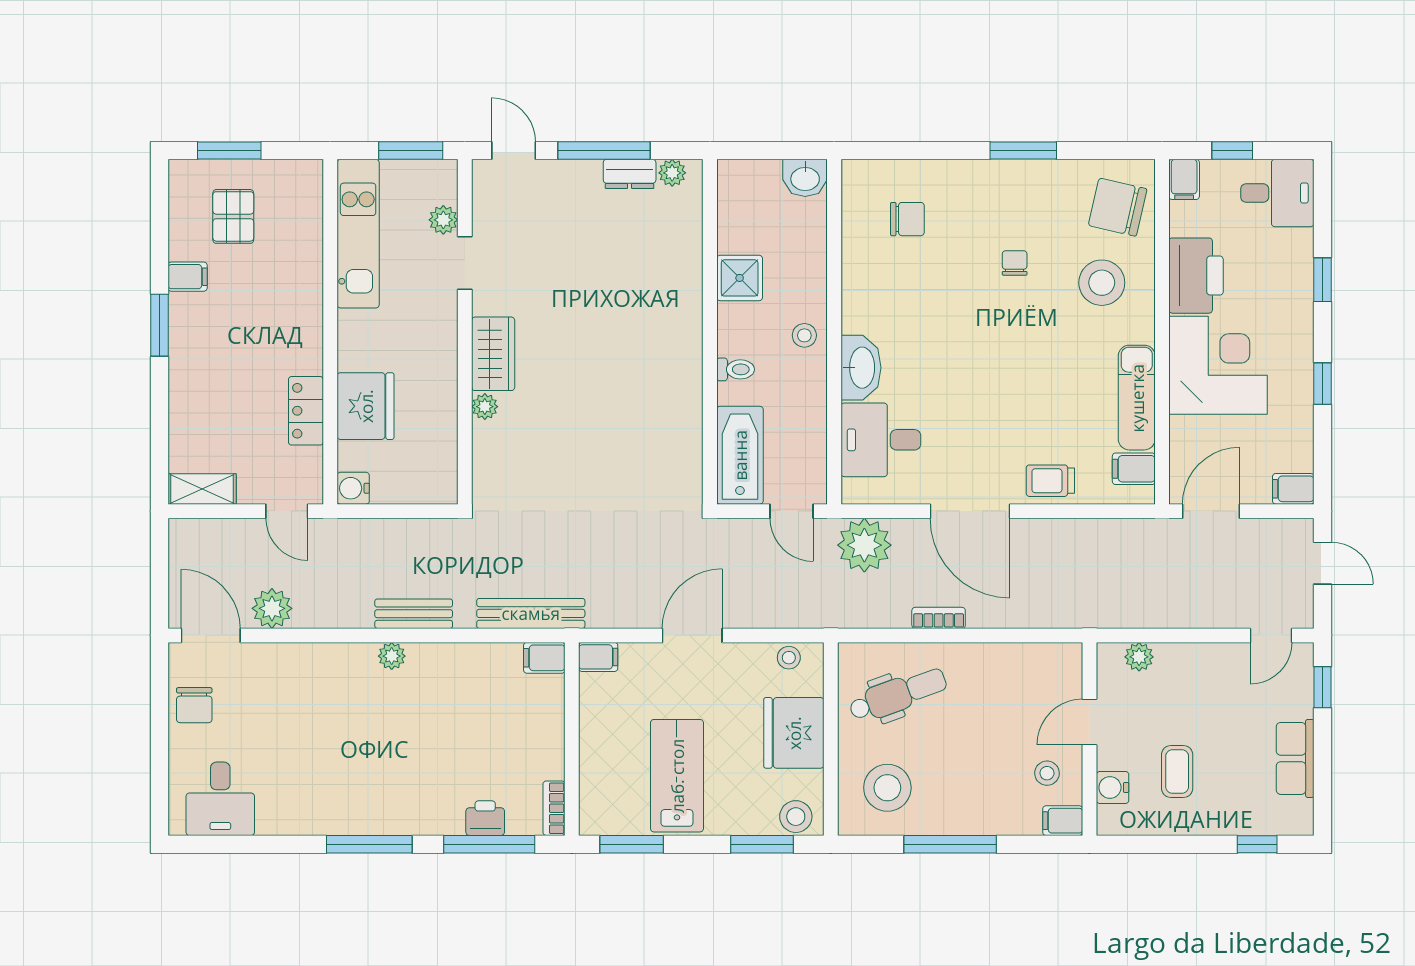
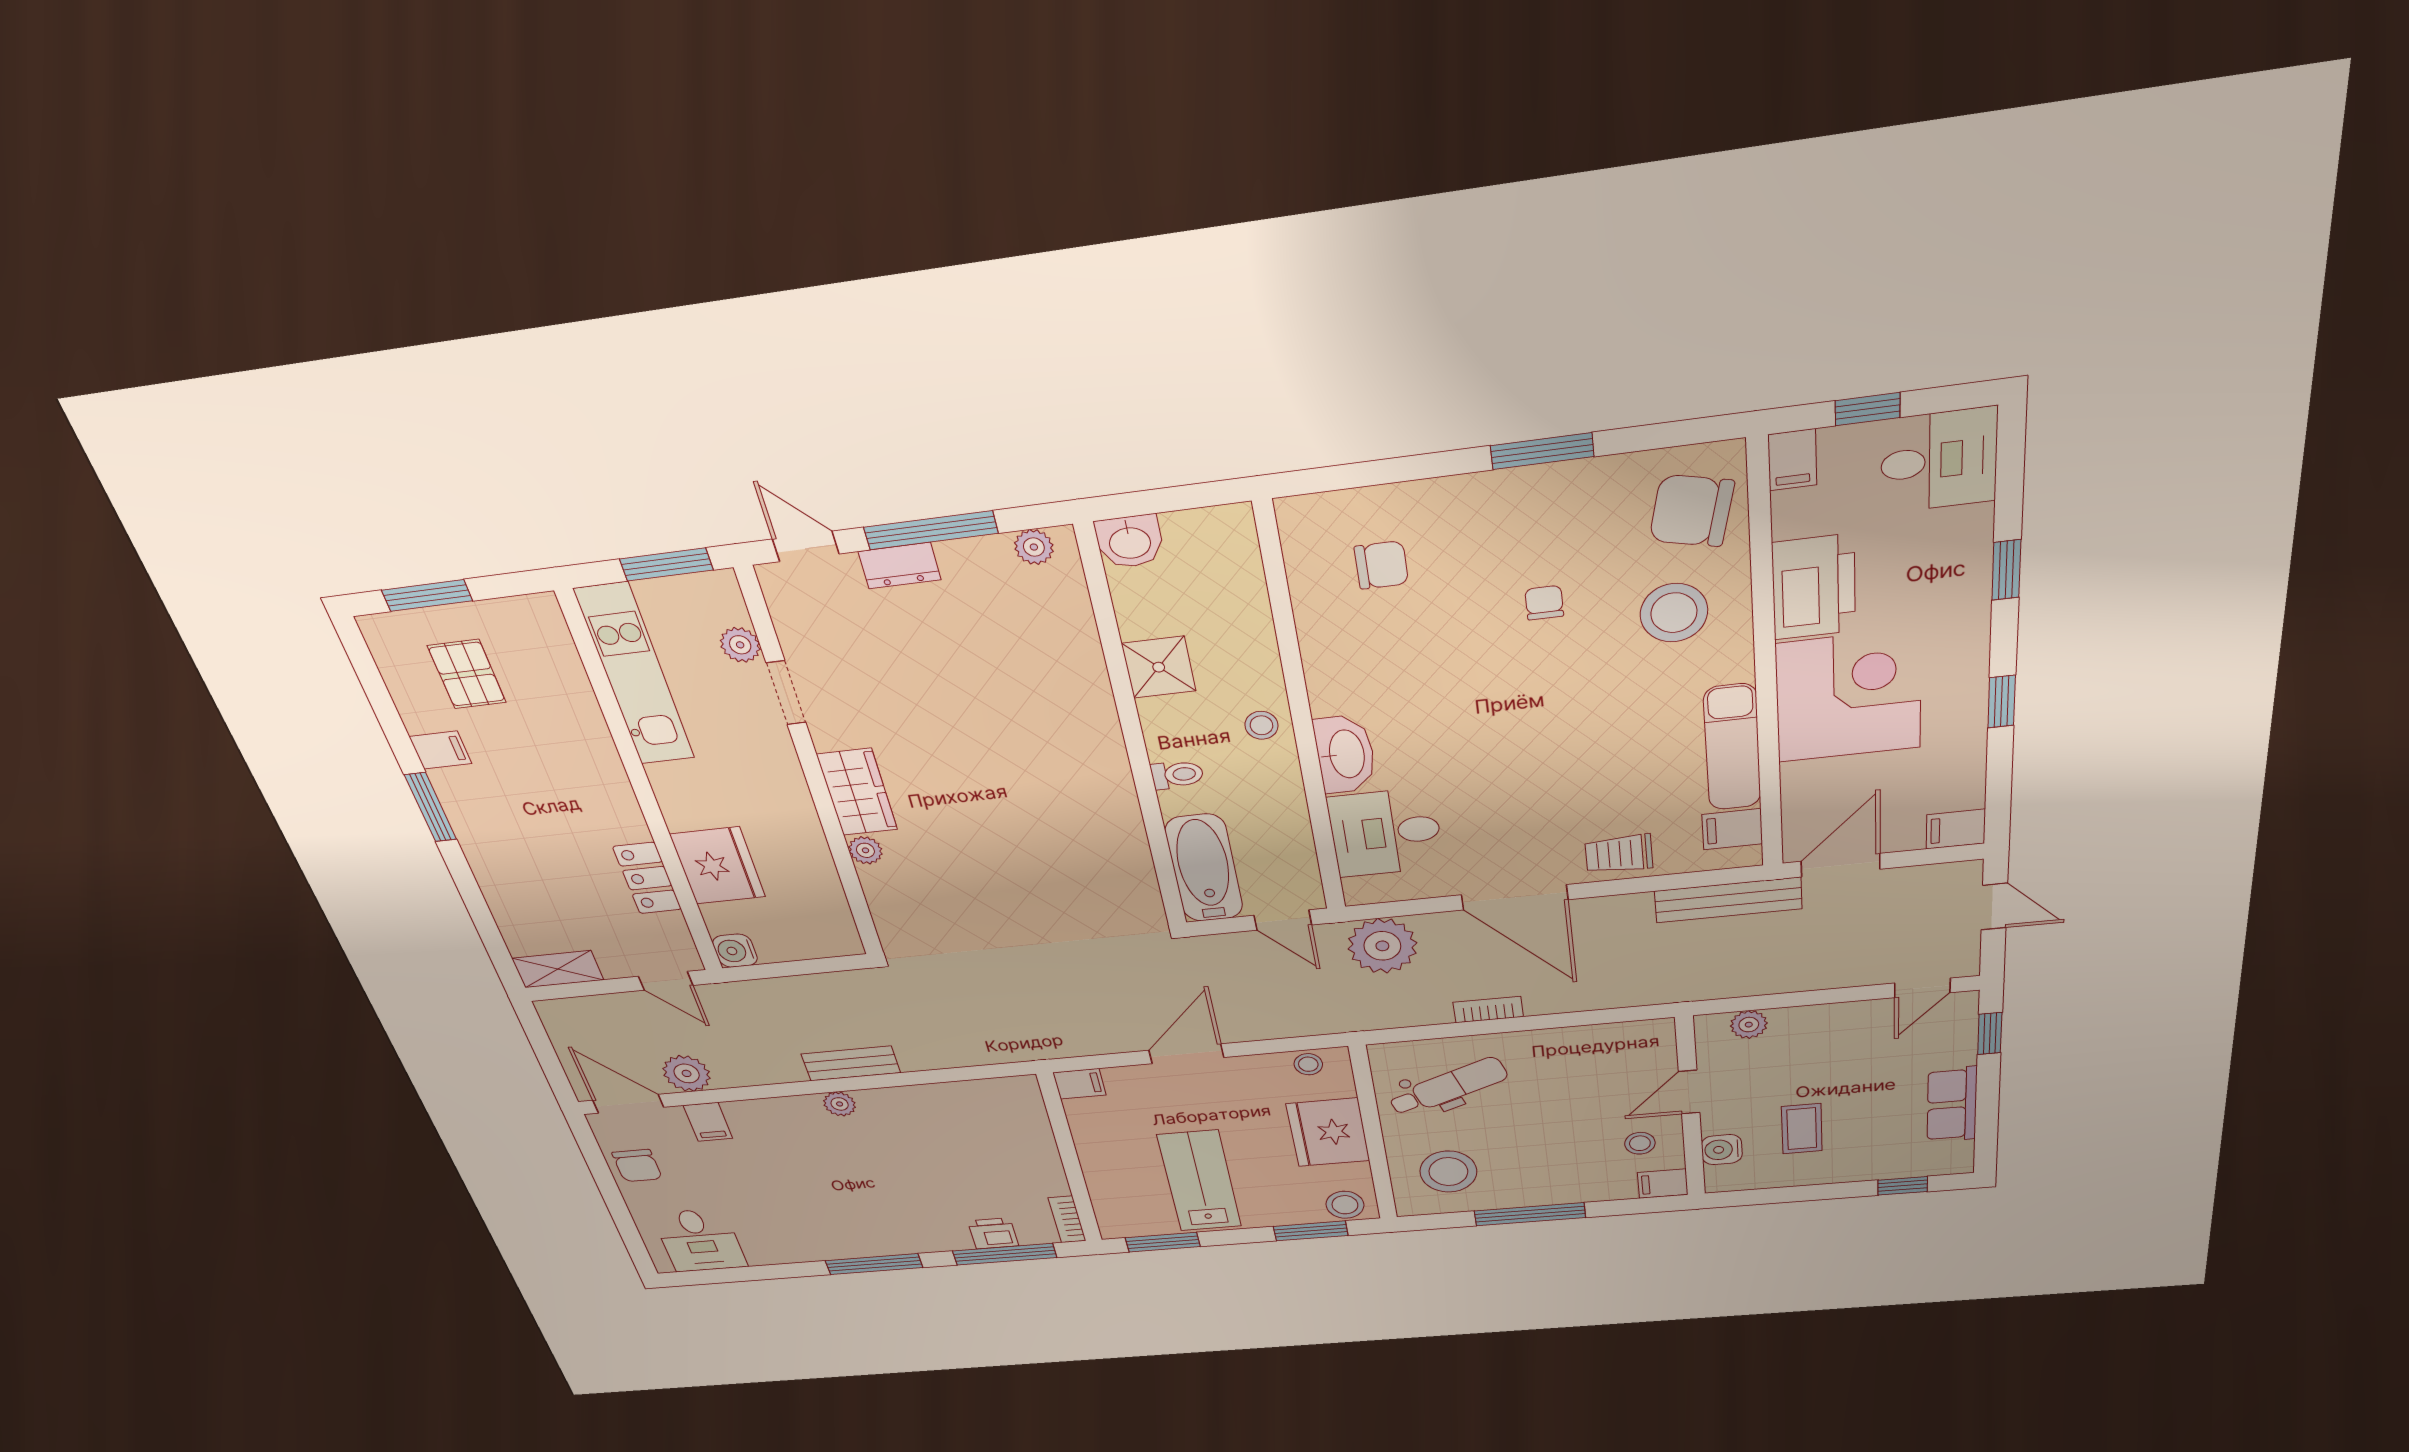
dresser: (630, 174) -> (900, 566), moved
washbasin: (805, 178) -> (1130, 542), moved
bench: (531, 613) -> (1728, 900), moved
filing cabinet: (544, 658) -> (708, 1122), moved, turned -90

